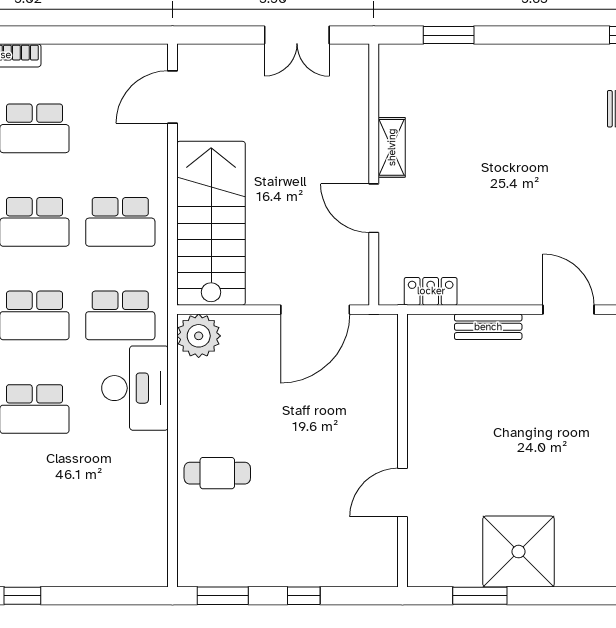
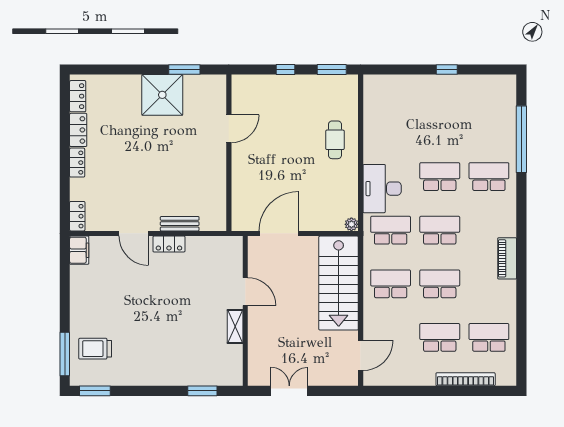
locker: (431, 291) -> (169, 244), moved
plant: (199, 336) -> (351, 224), width x0.53, depth x0.53
cafe table: (217, 473) -> (335, 140), turned 90

